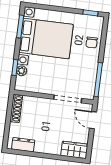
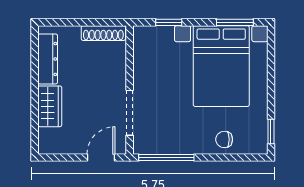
plant: (22, 71) -> (165, 34), removed
dresser: (23, 145) -> (48, 59), width x1.44
wardrobe: (74, 150) -> (50, 106), moved

